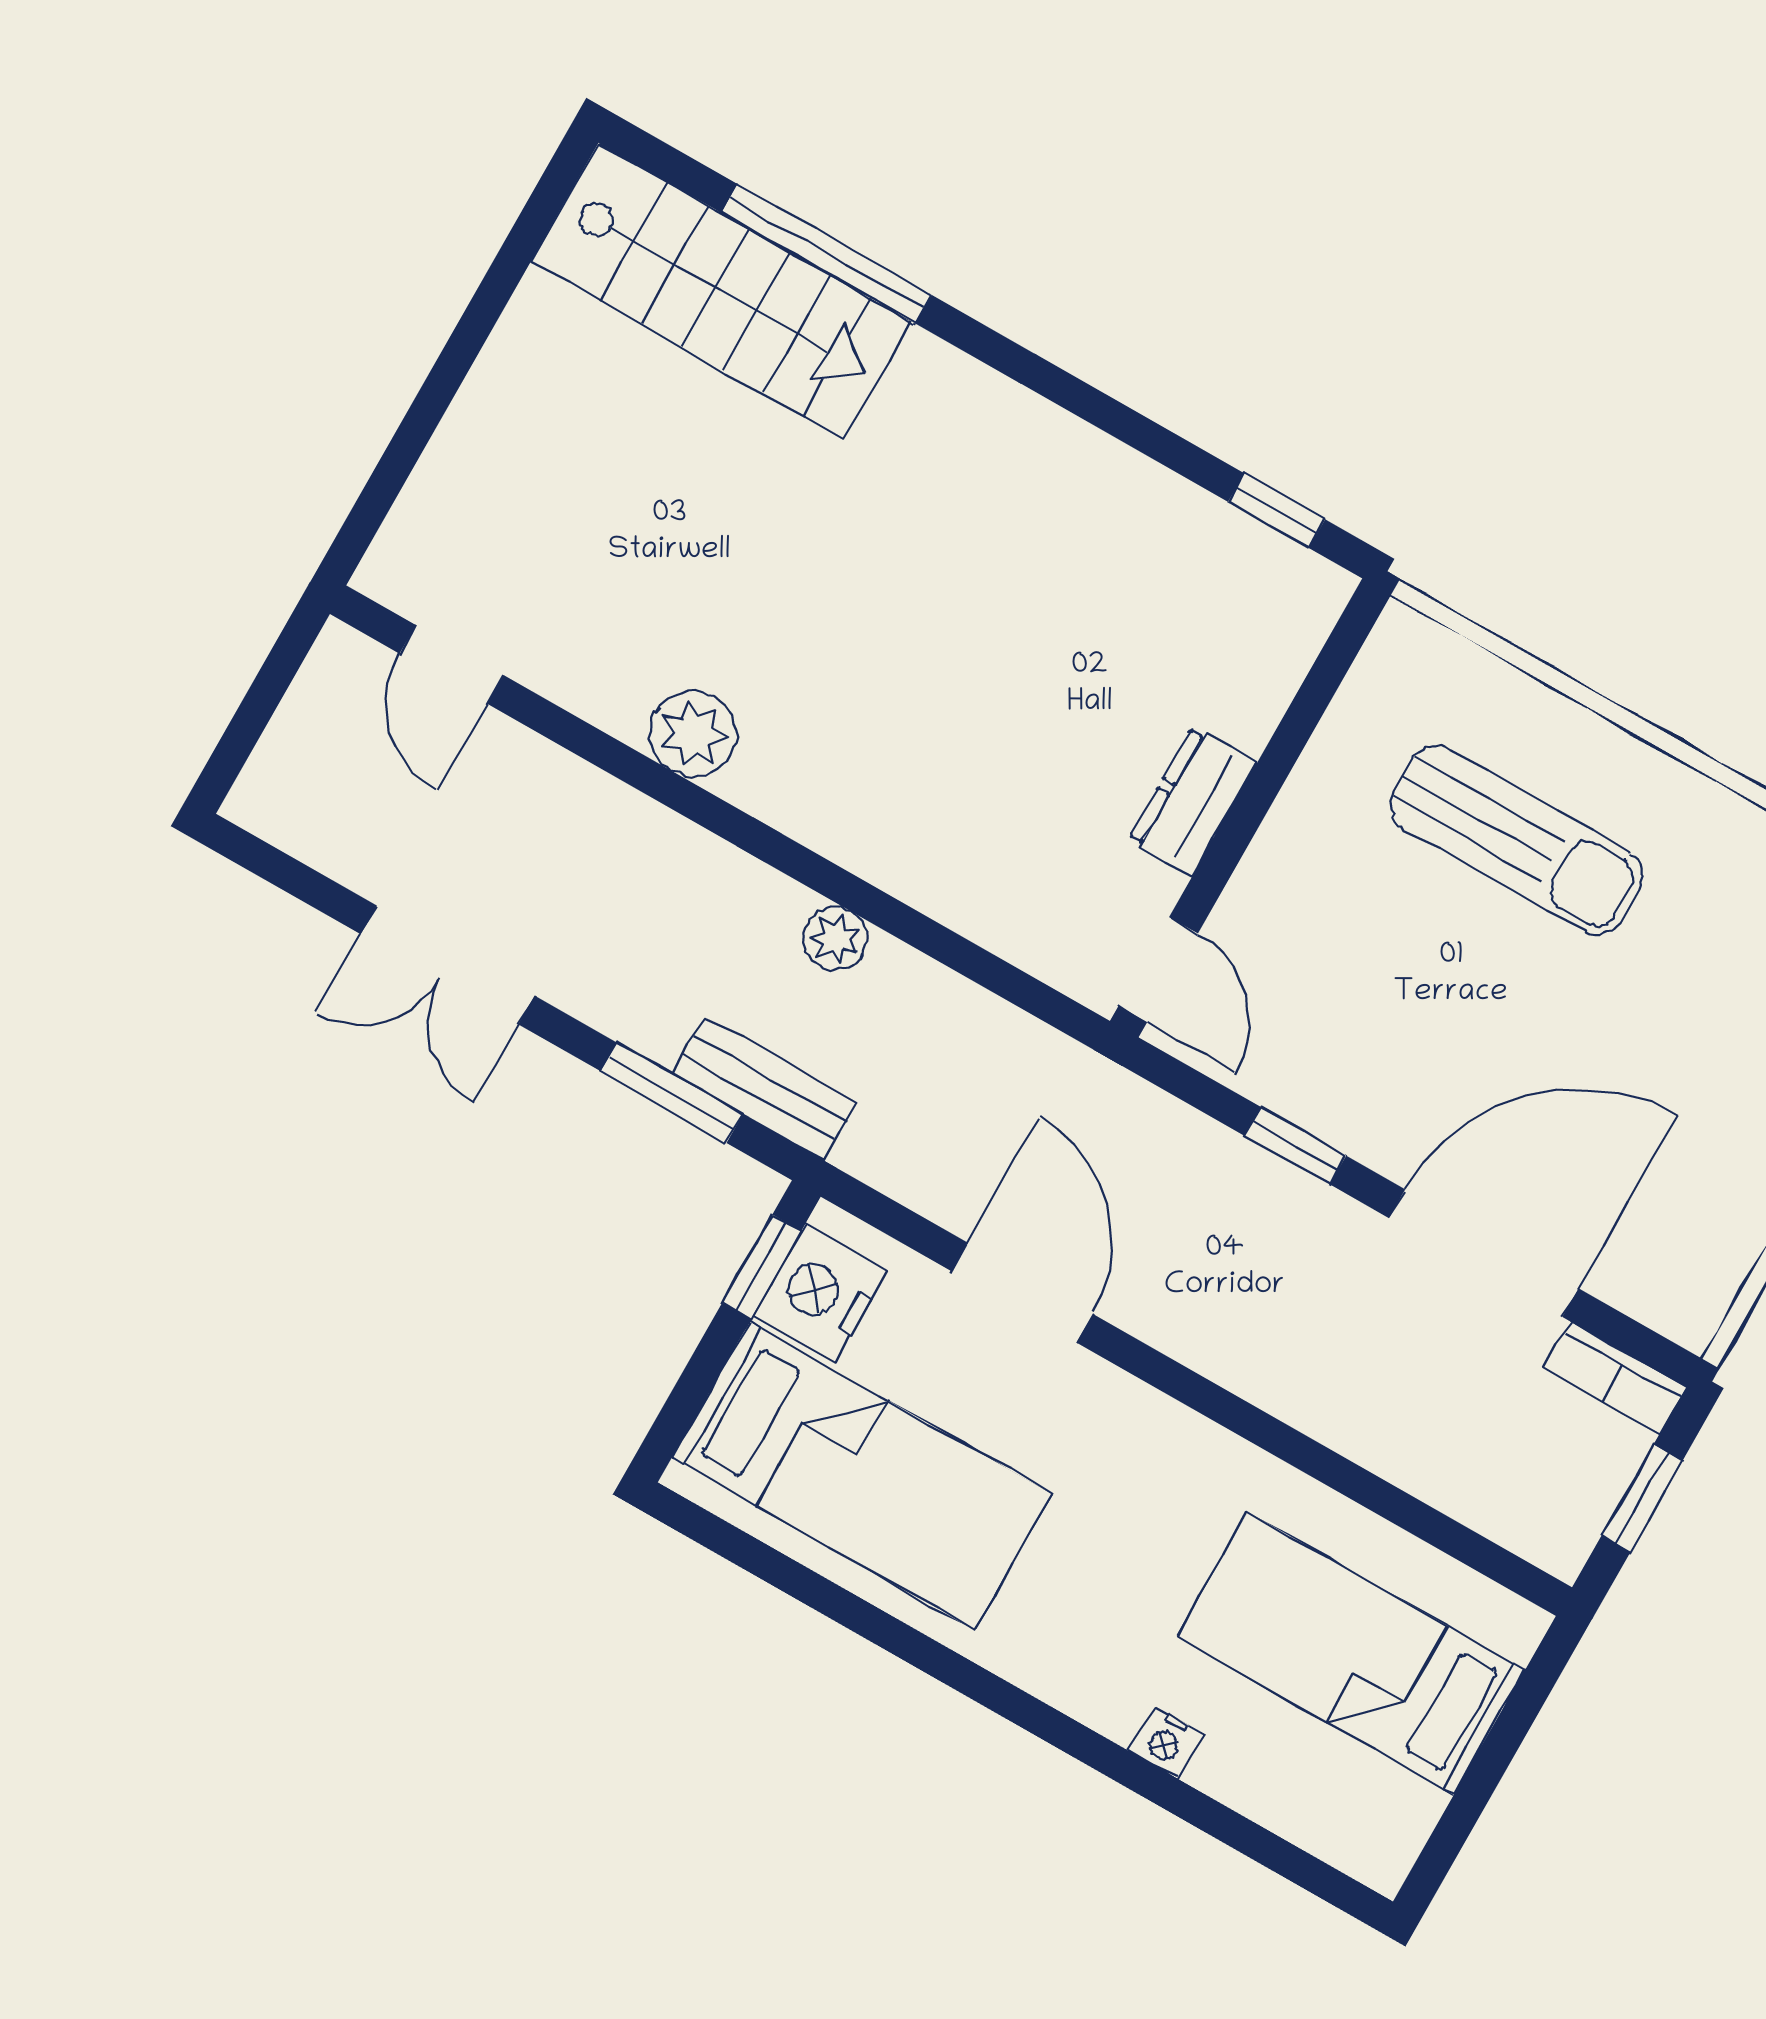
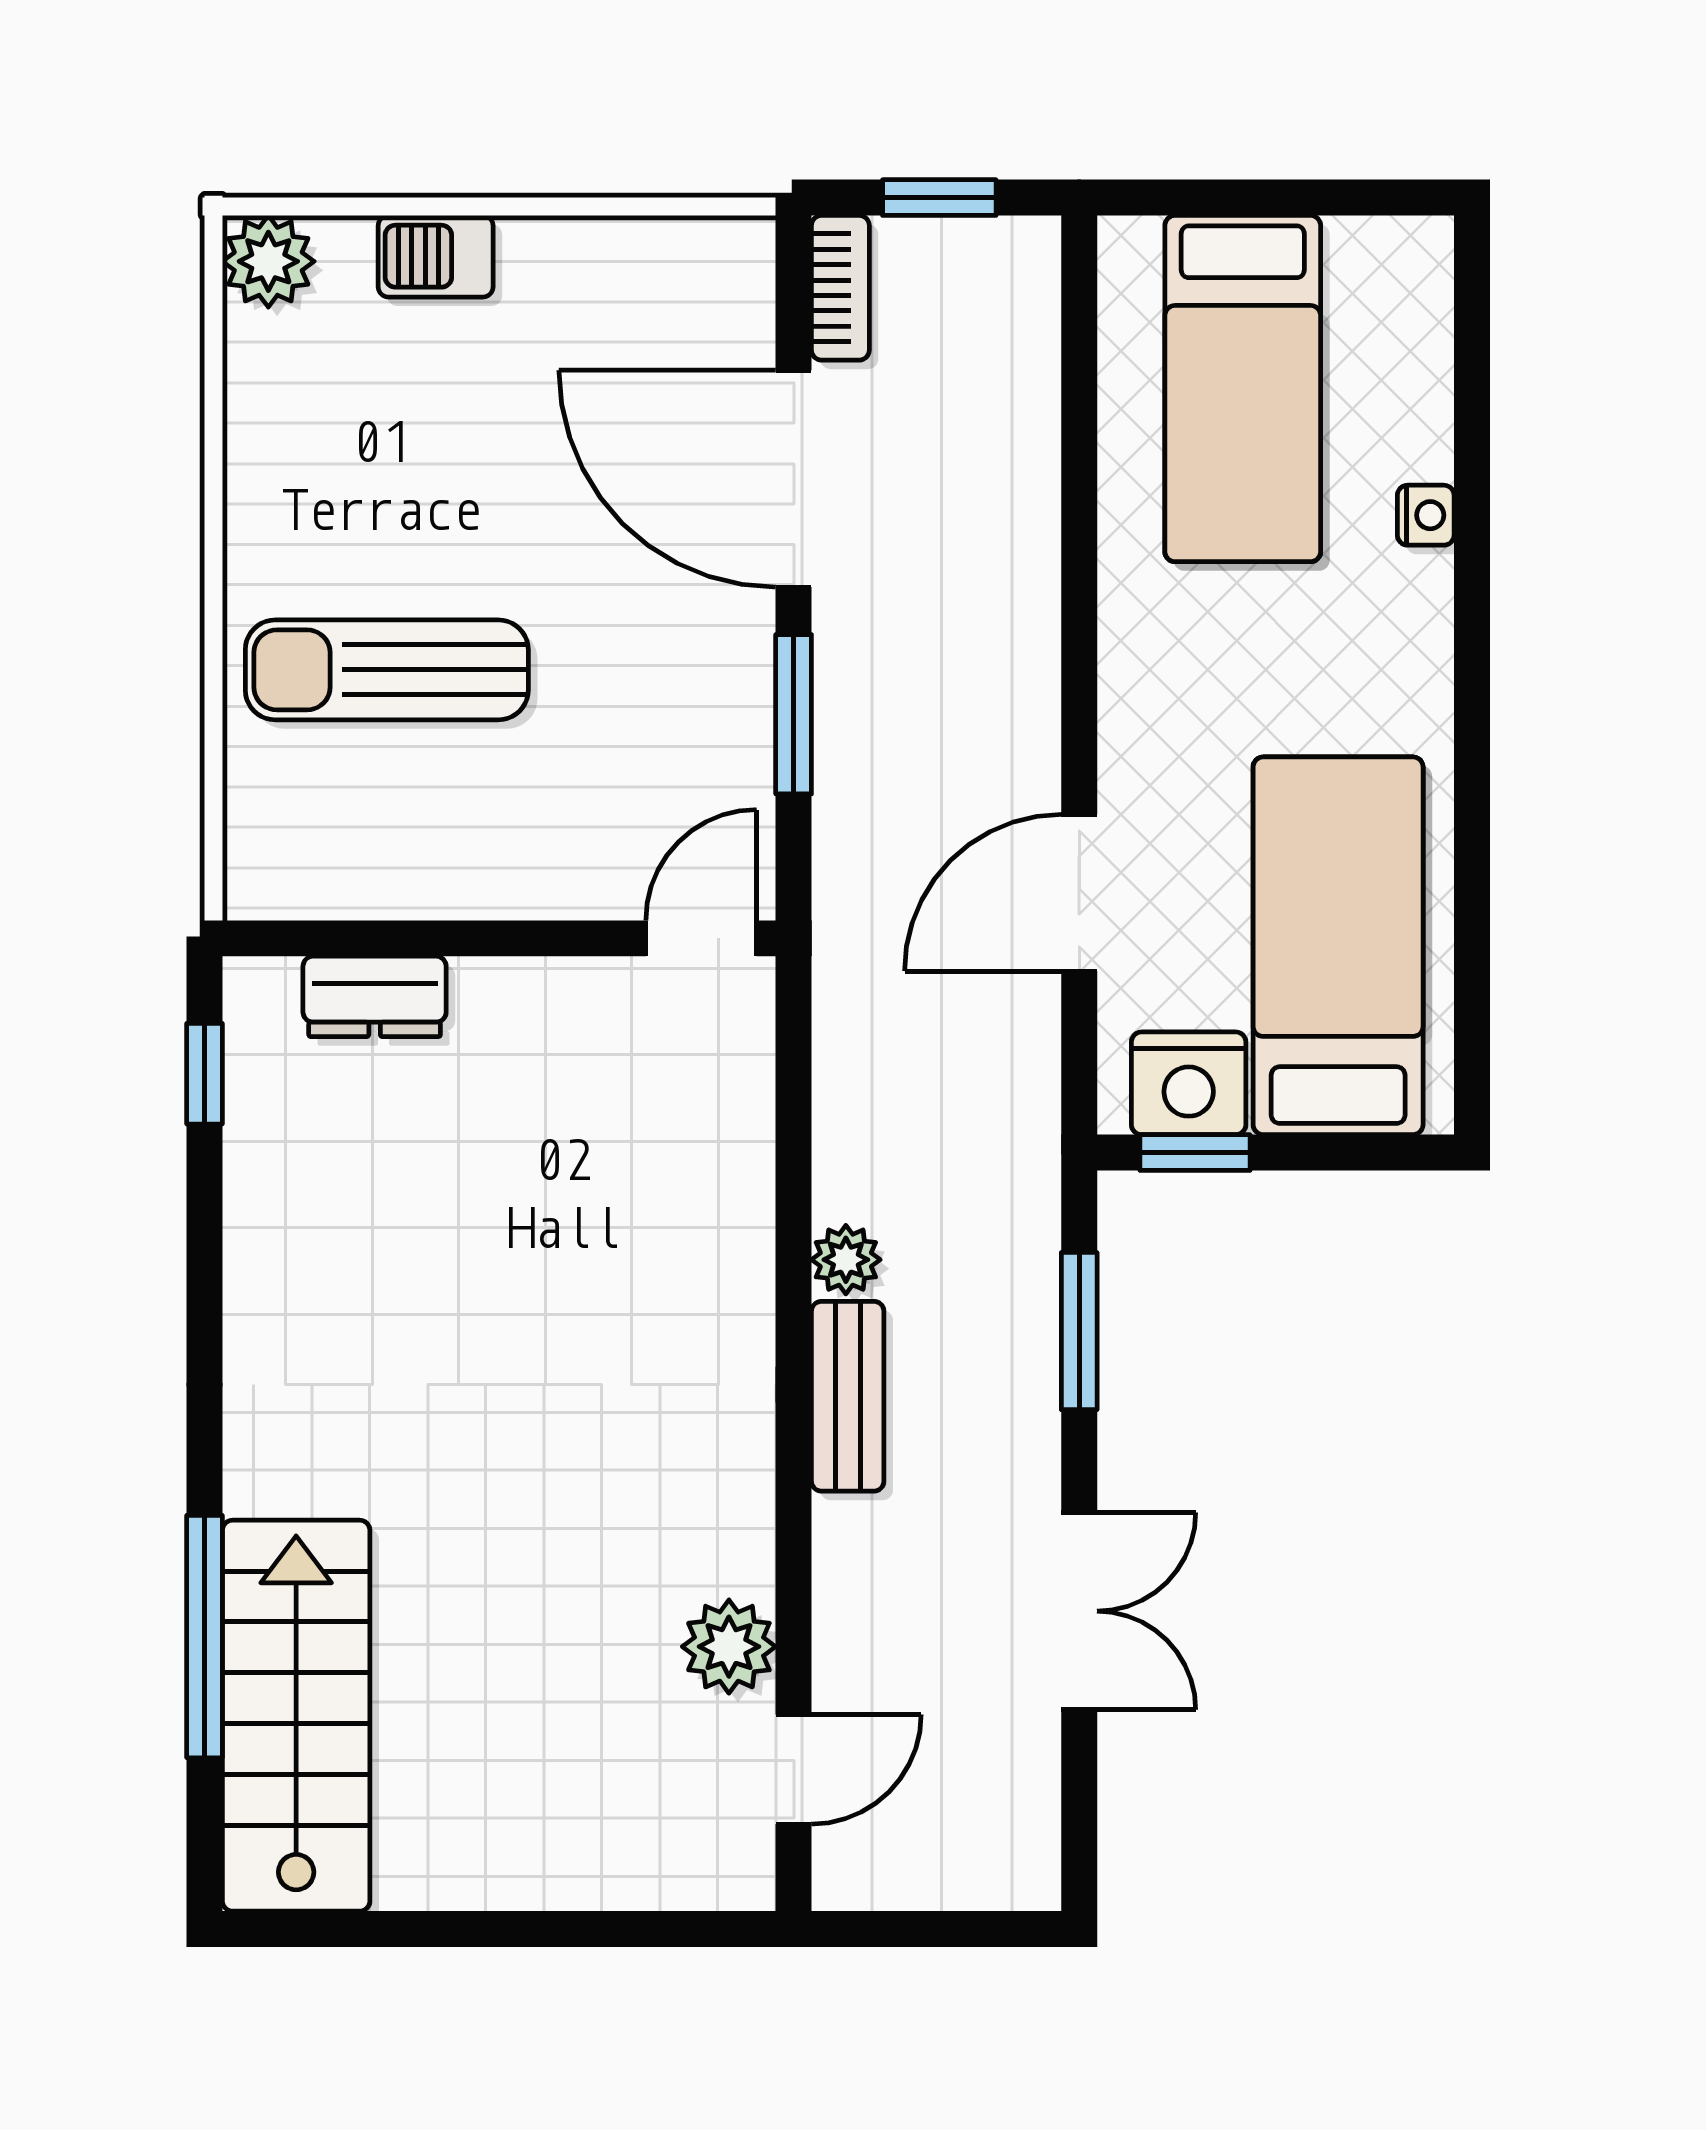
plant: (693, 734) -> (729, 1647), moved
dresser: (1193, 801) -> (375, 996), moved
sun lounger: (1516, 841) -> (387, 670), turned -90
bench: (764, 1088) -> (848, 1396), moved
window: (1295, 1146) -> (794, 714), width x1.50

